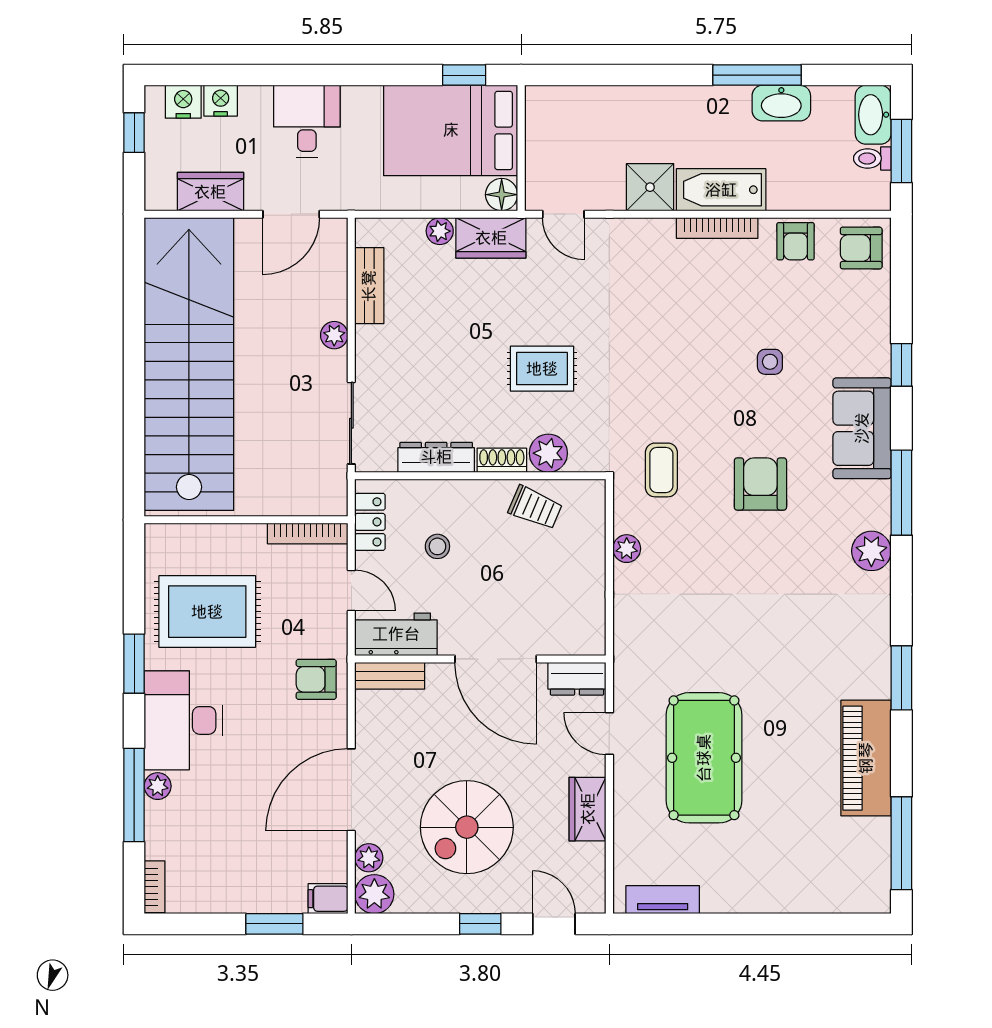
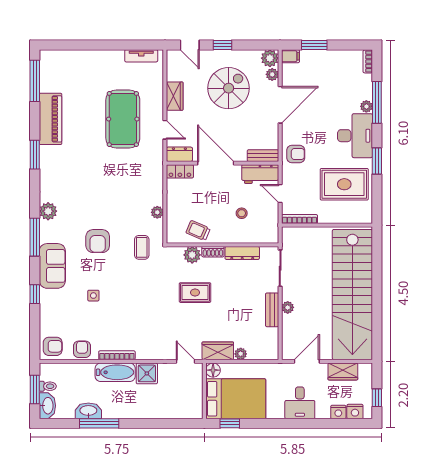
bench: (369, 286) -> (272, 310), moved
locker: (370, 522) -> (180, 171), moved, turned -90

